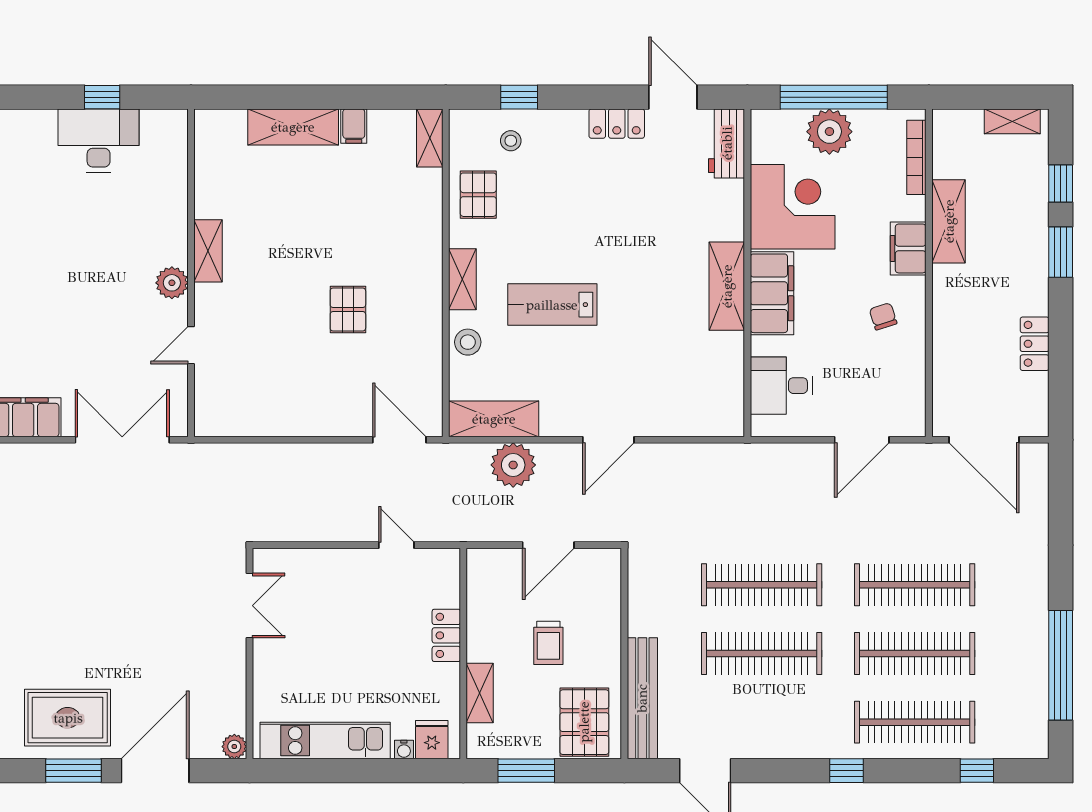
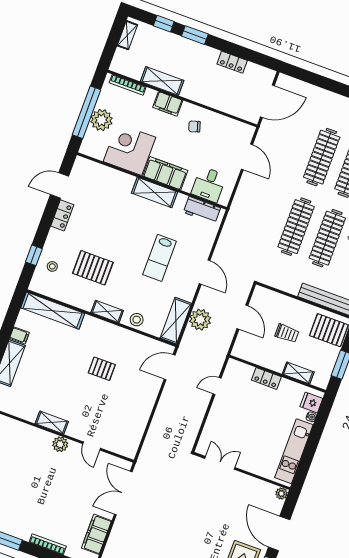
shelving: (430, 138) -> (53, 311), width x2.20, depth x1.33
workbench: (727, 143) -> (202, 210), moved
pallet: (478, 195) -> (93, 268), moved, width x1.50, depth x1.42
lab bench: (552, 305) -> (160, 258), moved

